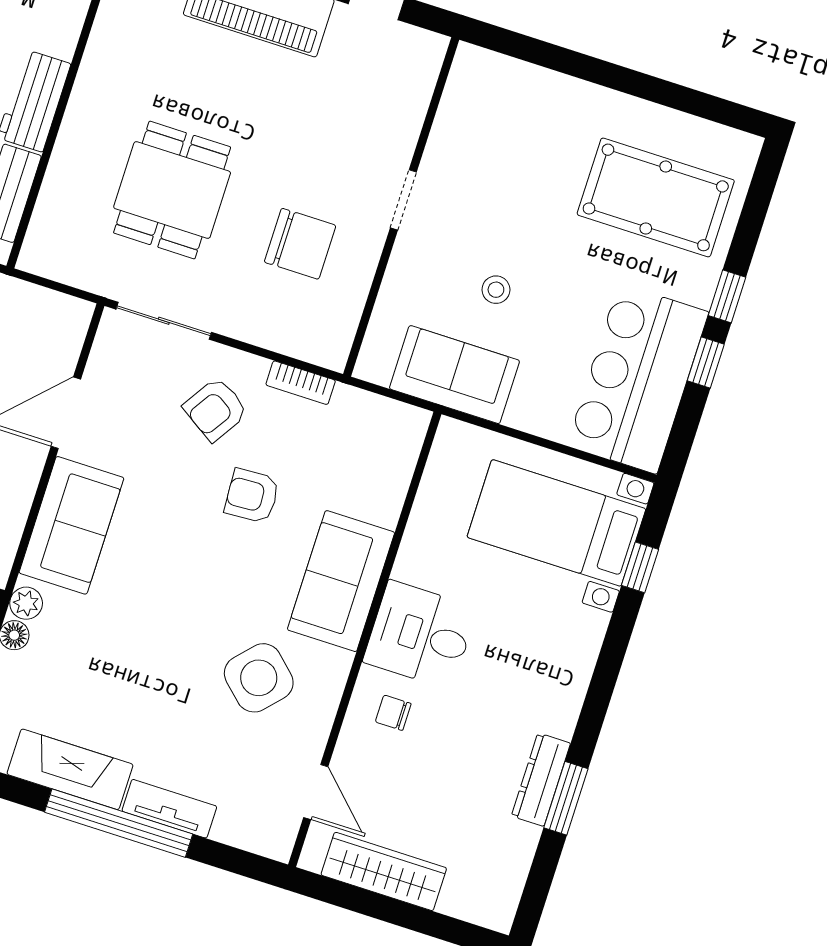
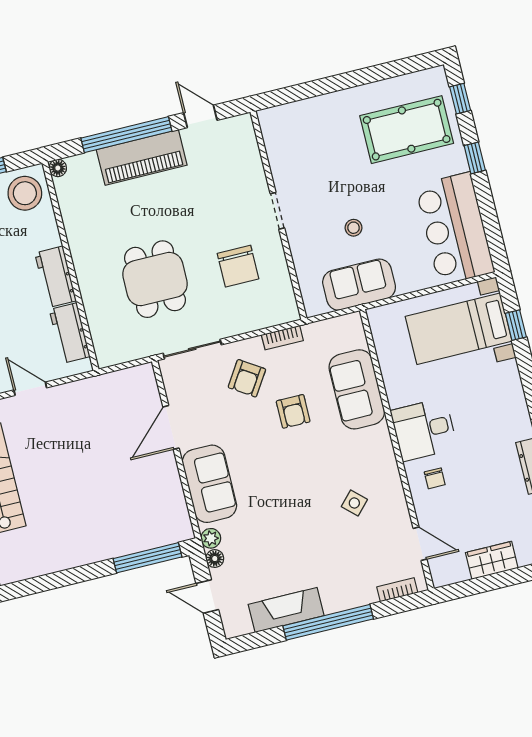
chair: (300, 244) -> (238, 266), turned 90
window: (706, 363) -> (460, 99), moved
armchair: (252, 496) -> (293, 411), turned -87
sofa: (341, 581) -> (357, 389), moved
side table: (259, 678) -> (354, 503), width x0.54, depth x0.54
chair: (393, 713) -> (435, 478), turned -90
tv unit: (169, 809) -> (350, 599), removed
bookcase: (244, 837) -> (397, 590), added
wardrobe: (384, 871) -> (492, 560), width x0.67

